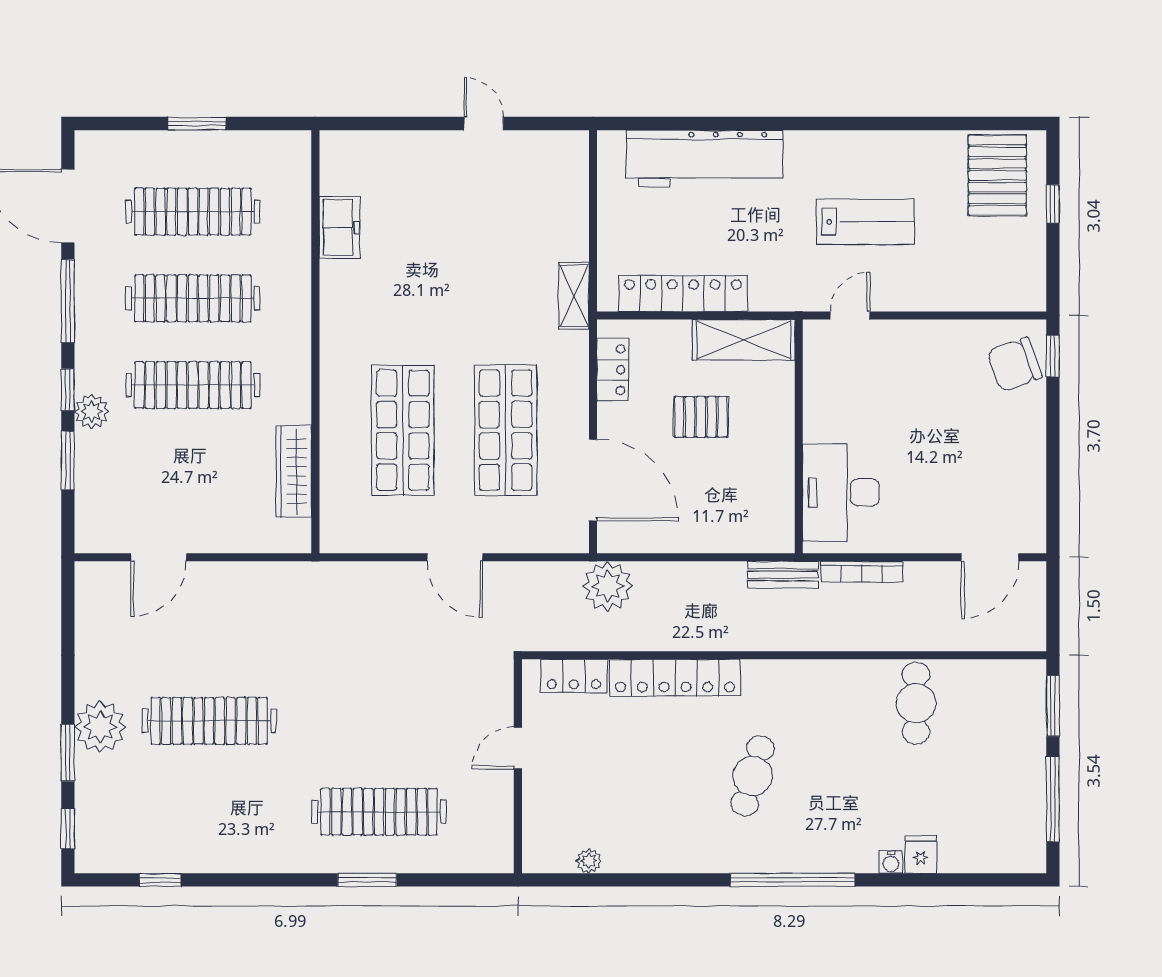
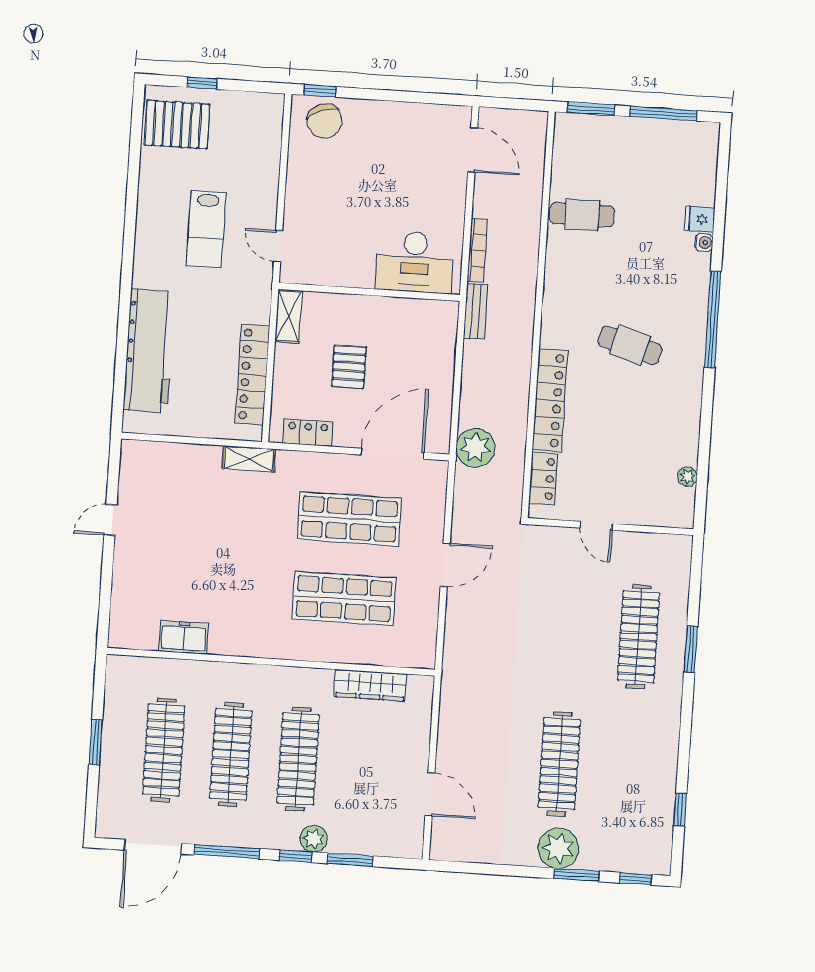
lab bench: (865, 222) -> (206, 229), turned 180
shelving: (744, 340) -> (288, 316), width x0.67, depth x0.75

